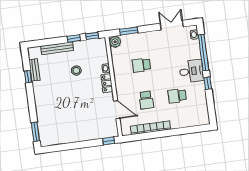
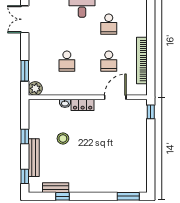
window: (92, 36) -> (25, 176), moved
school desk: (146, 100) -> (109, 61), turned 90

